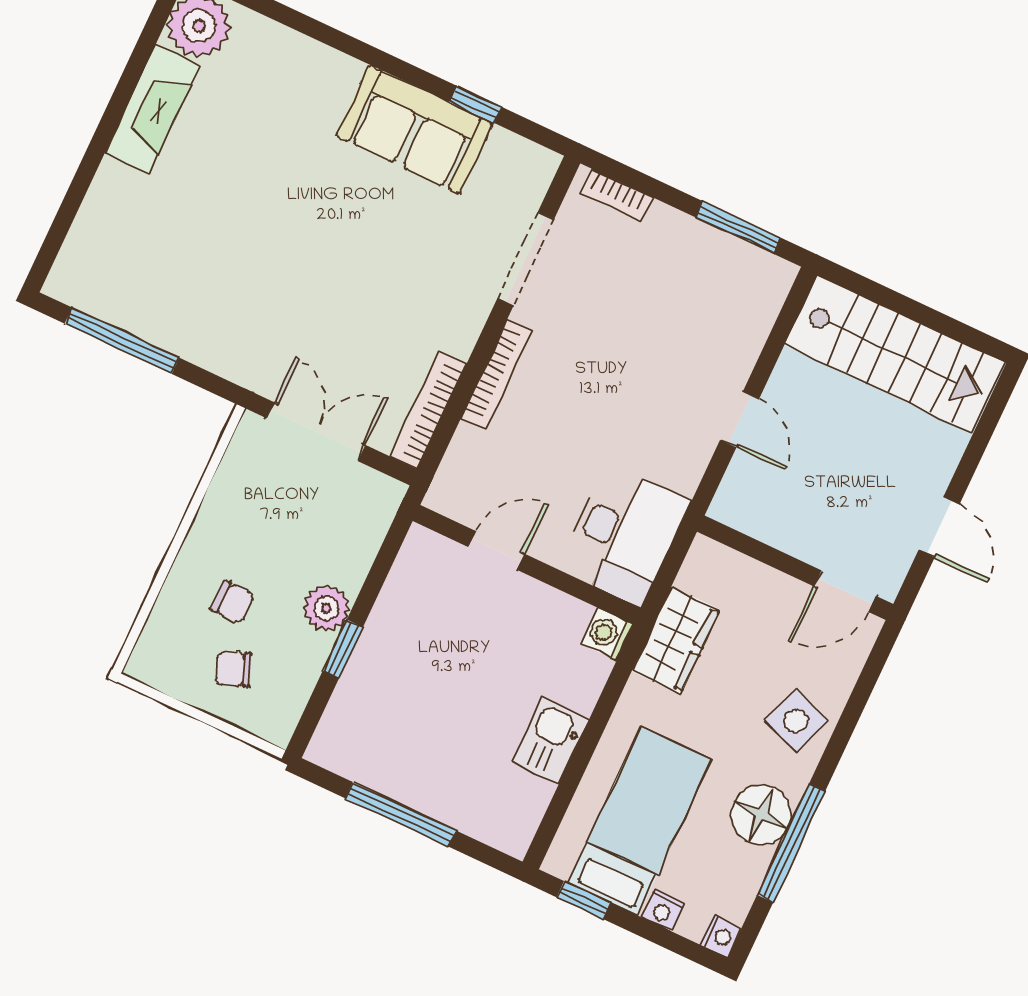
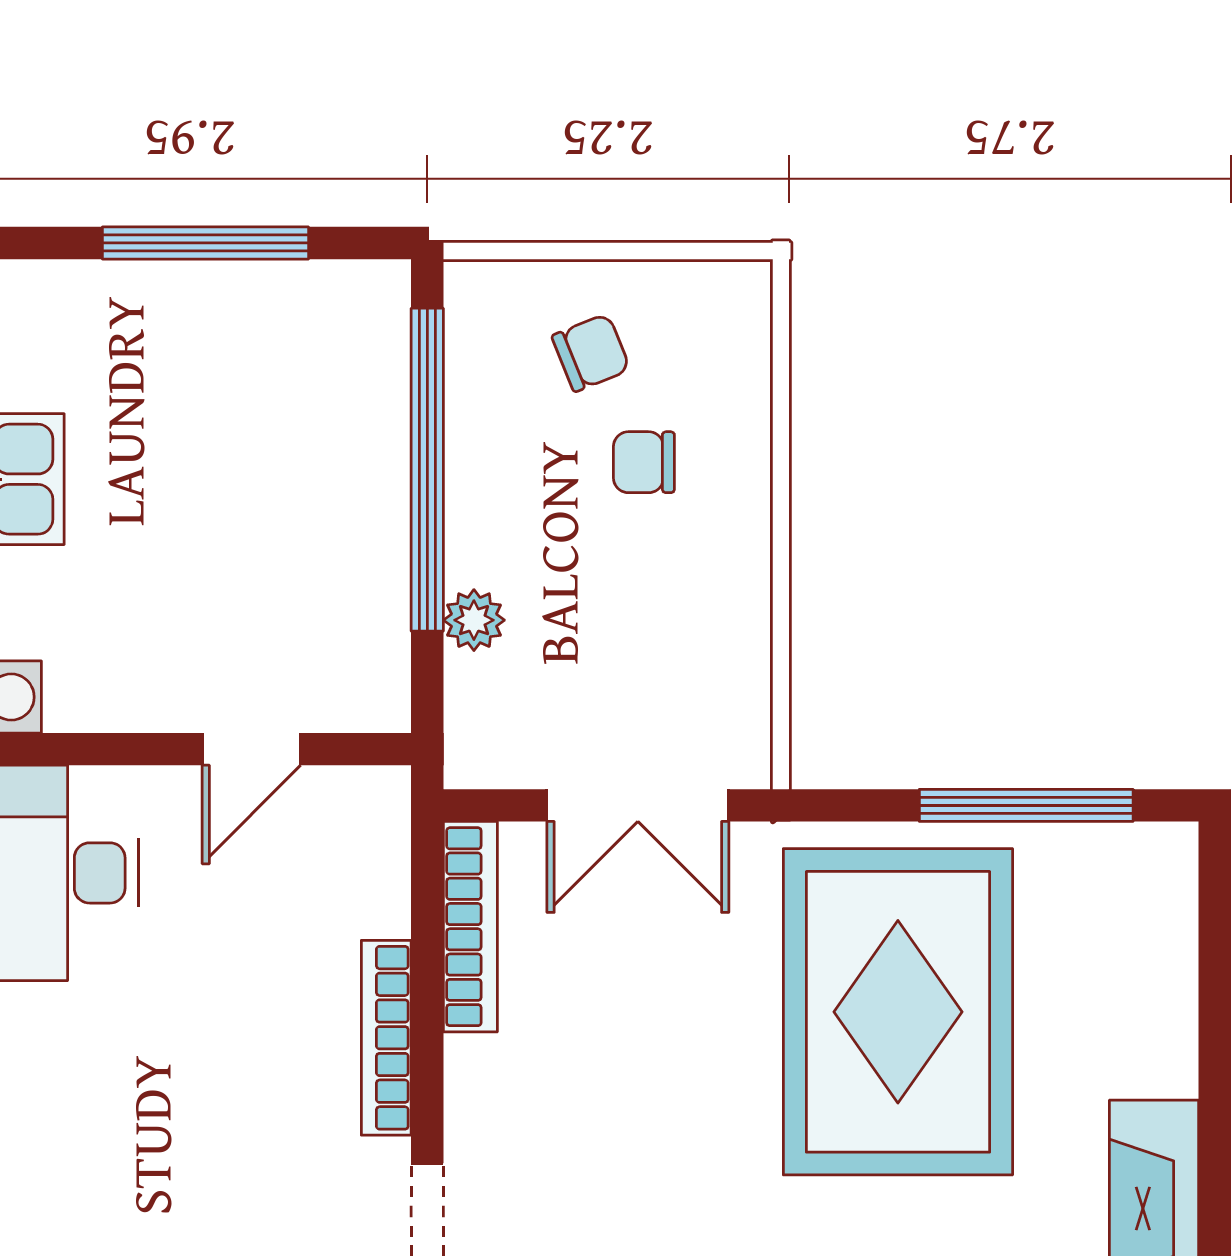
rug: (234, 268) -> (898, 1012), added
plant: (326, 608) -> (474, 620), moved, width x0.73, depth x0.73
window: (343, 649) -> (427, 470), width x3.17

